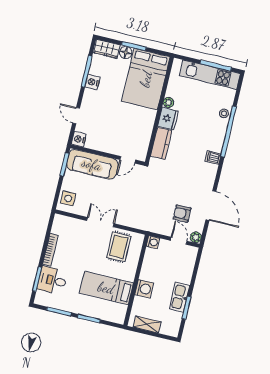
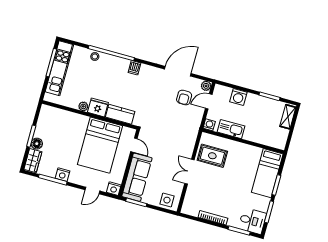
bed: (146, 79) -> (100, 145), moved, turned 90
desk: (52, 280) -> (252, 221), moved, turned -90
bed: (106, 288) -> (267, 173), moved
washing machine: (144, 289) -> (238, 97), moved, turned 180
kitchen sink: (180, 297) -> (231, 129), moved, turned 180
shelving: (147, 325) -> (288, 117), moved

